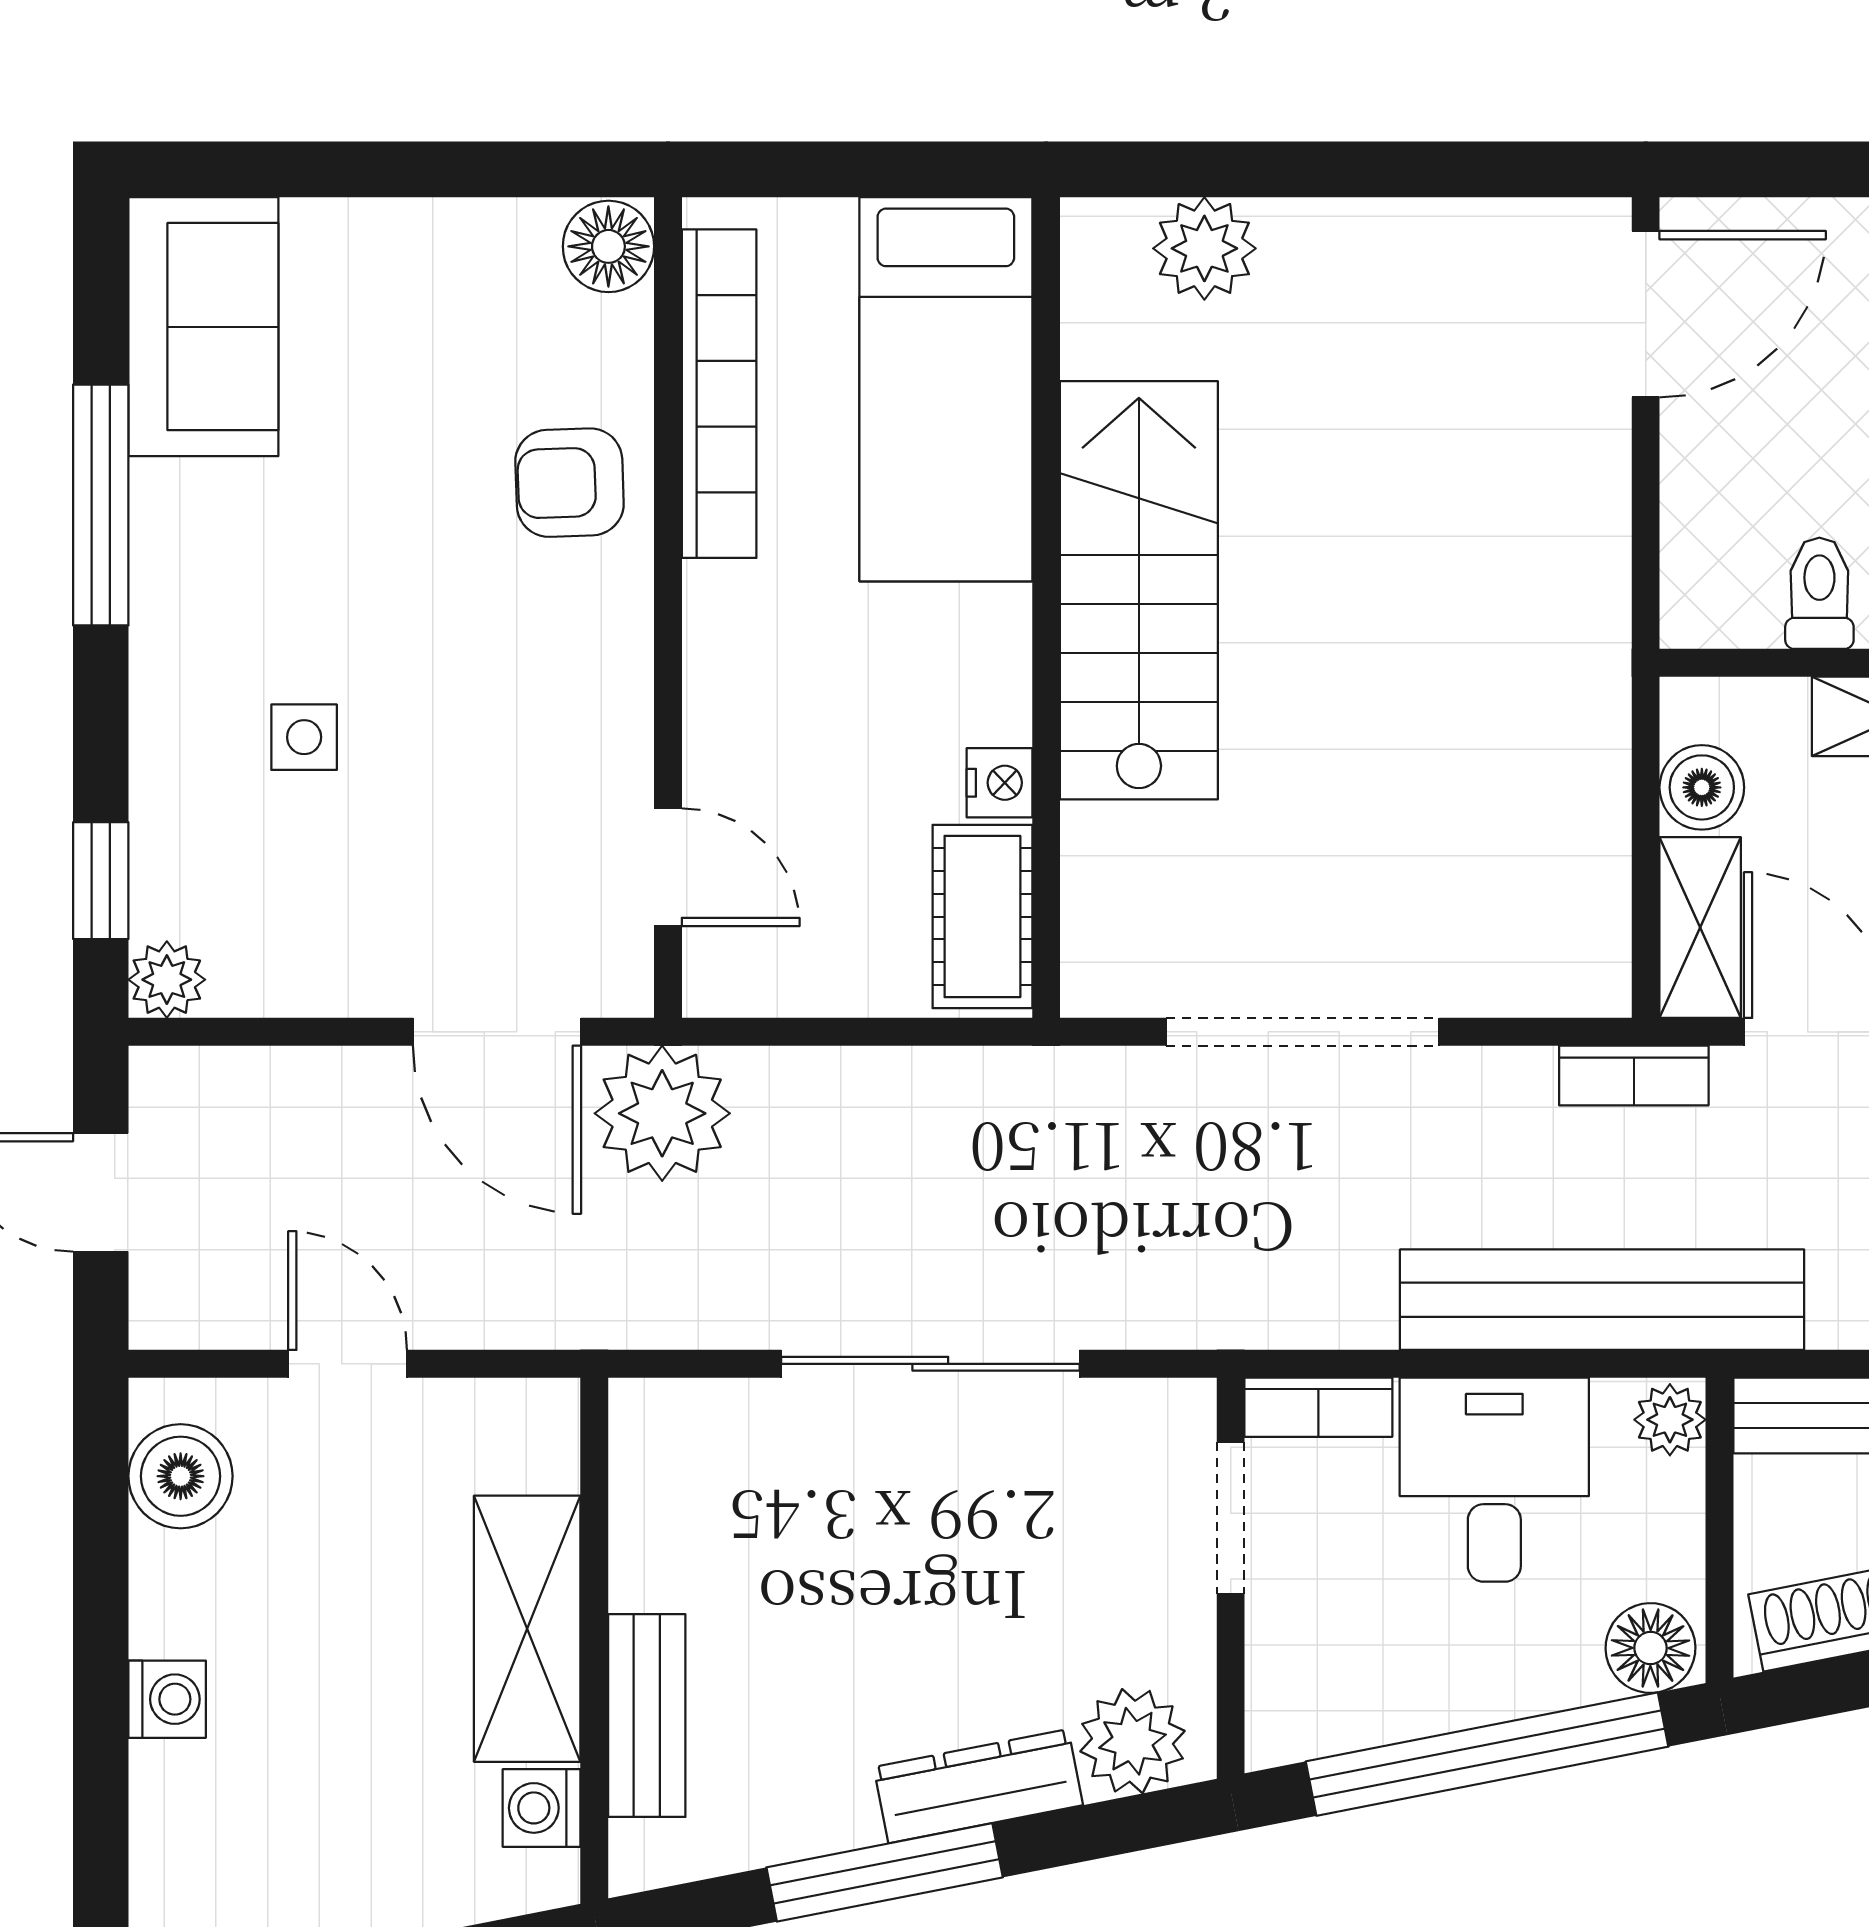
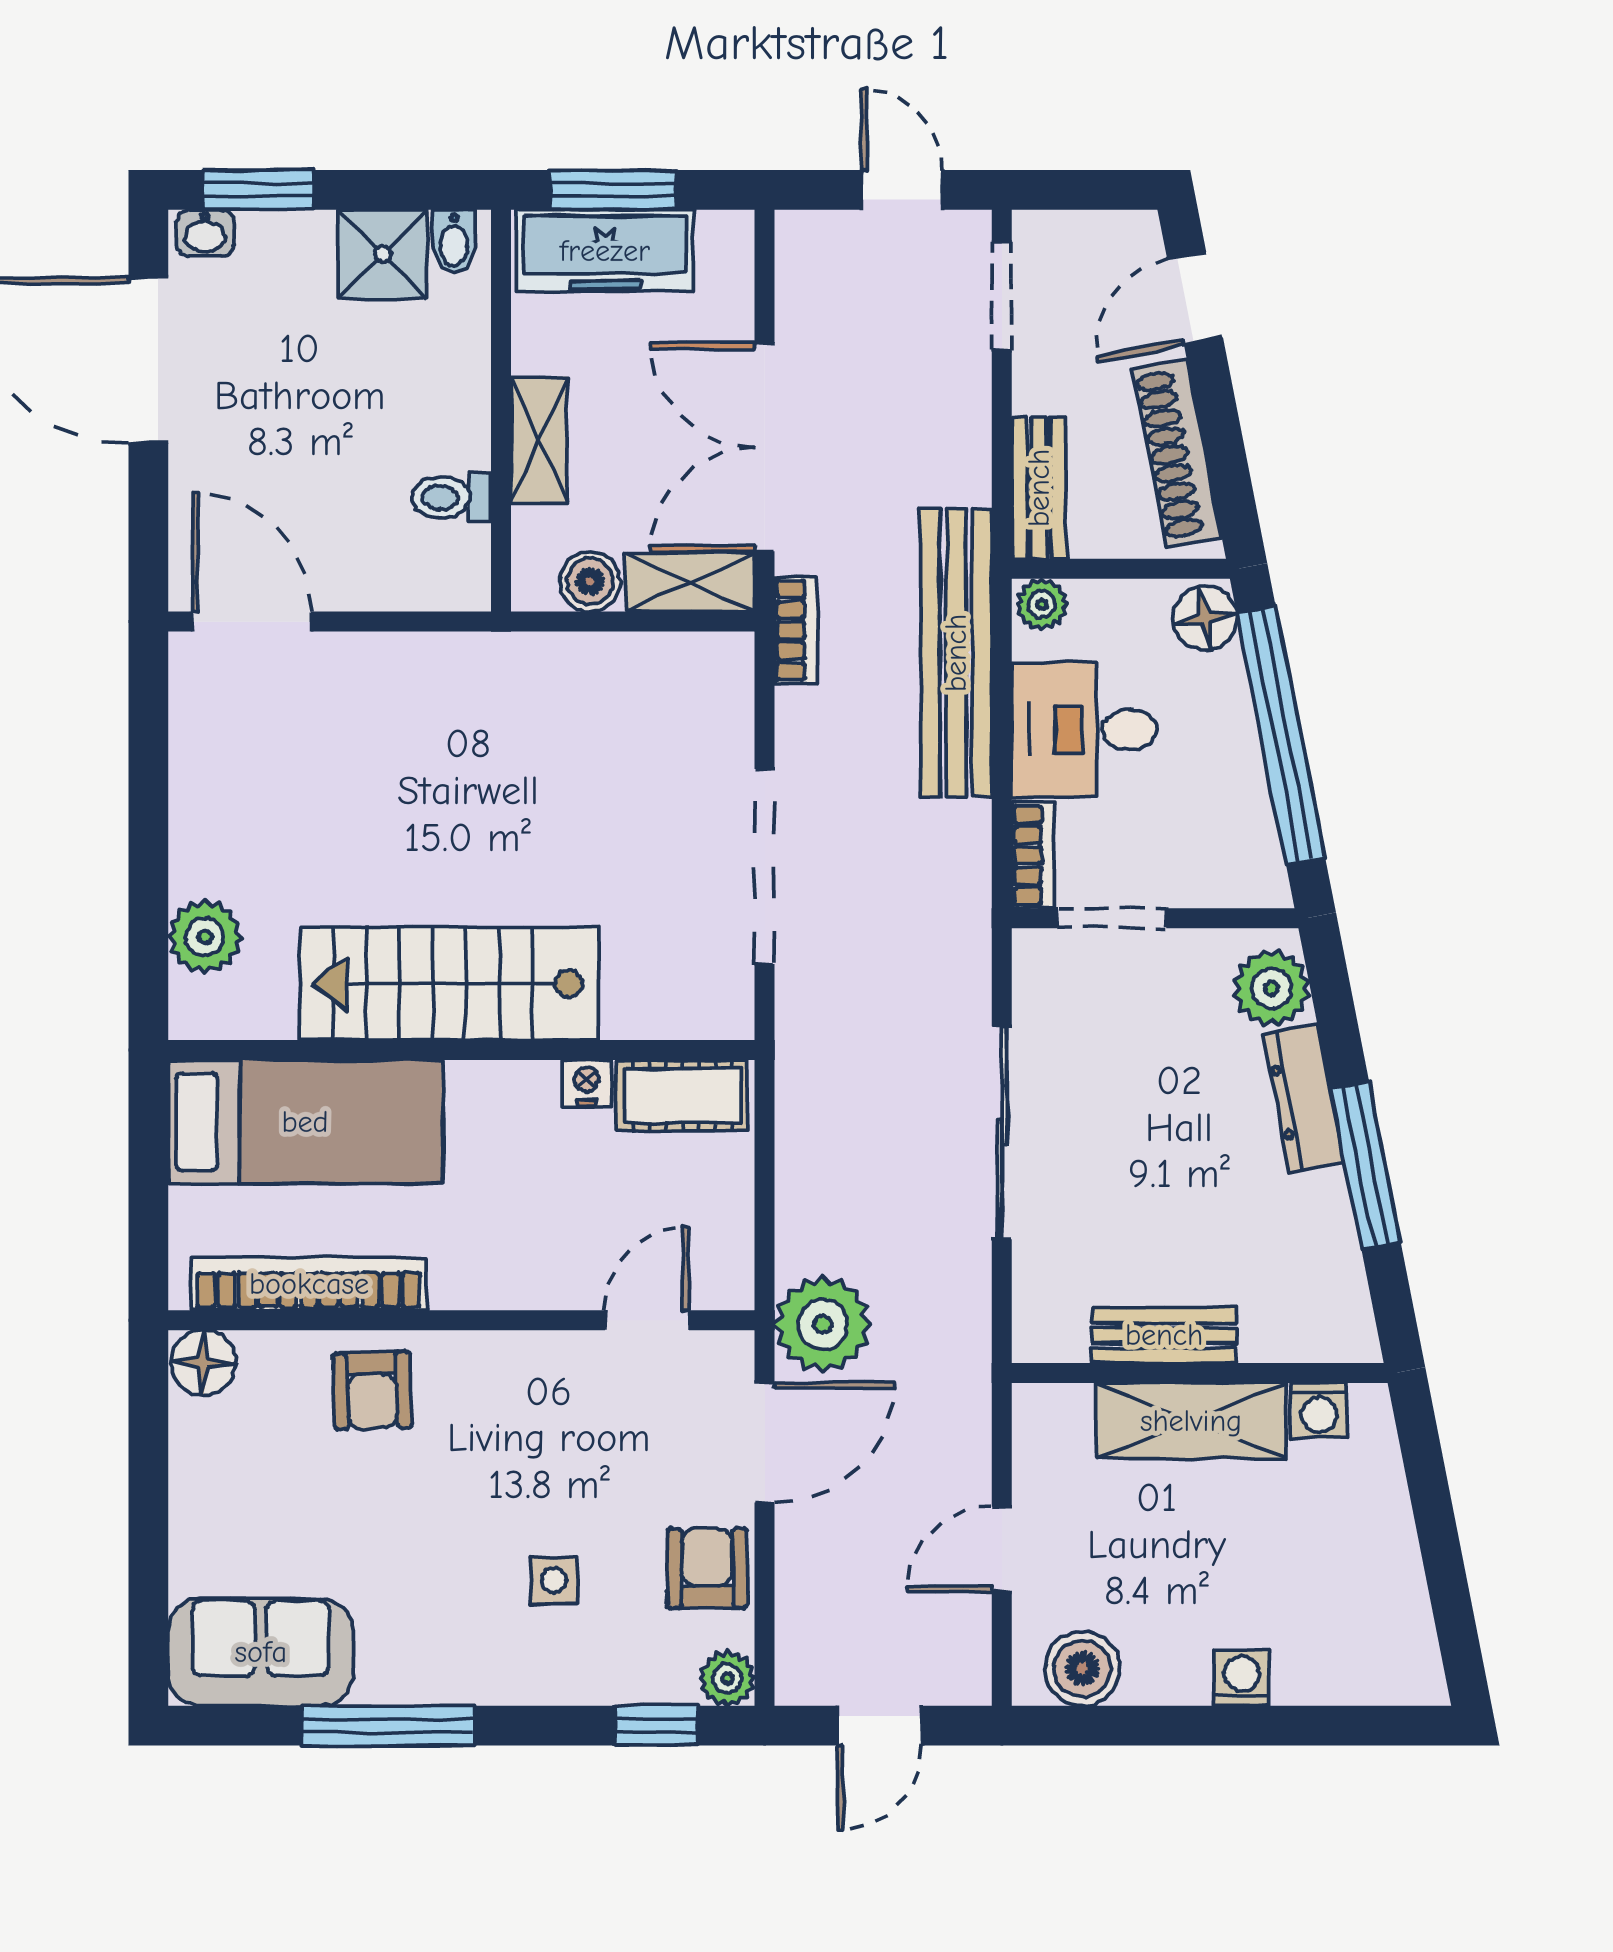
armchair: (321, 951) -> (707, 1568), added
bench: (647, 1716) -> (1164, 1335), moved

